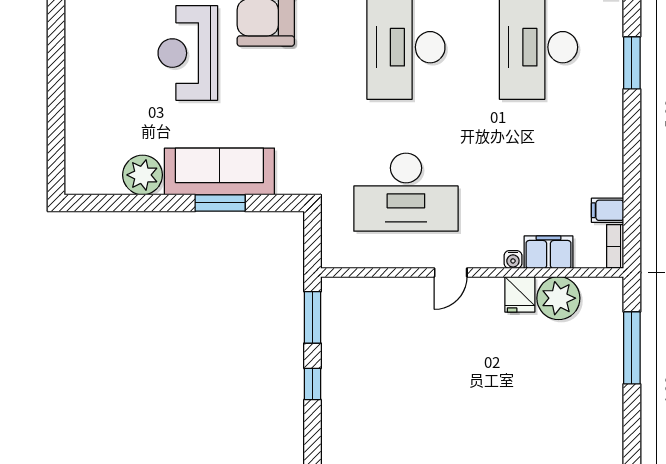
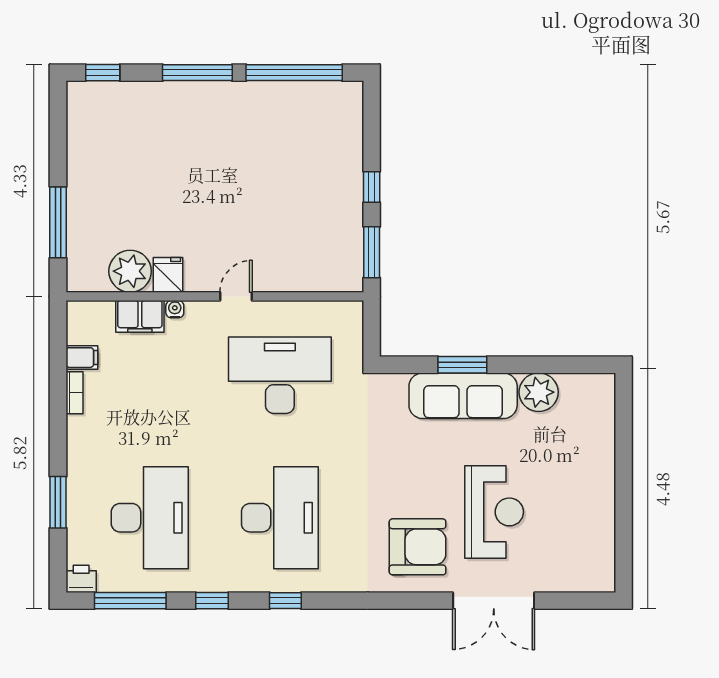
bookcase: (615, 246) -> (74, 393), moved

